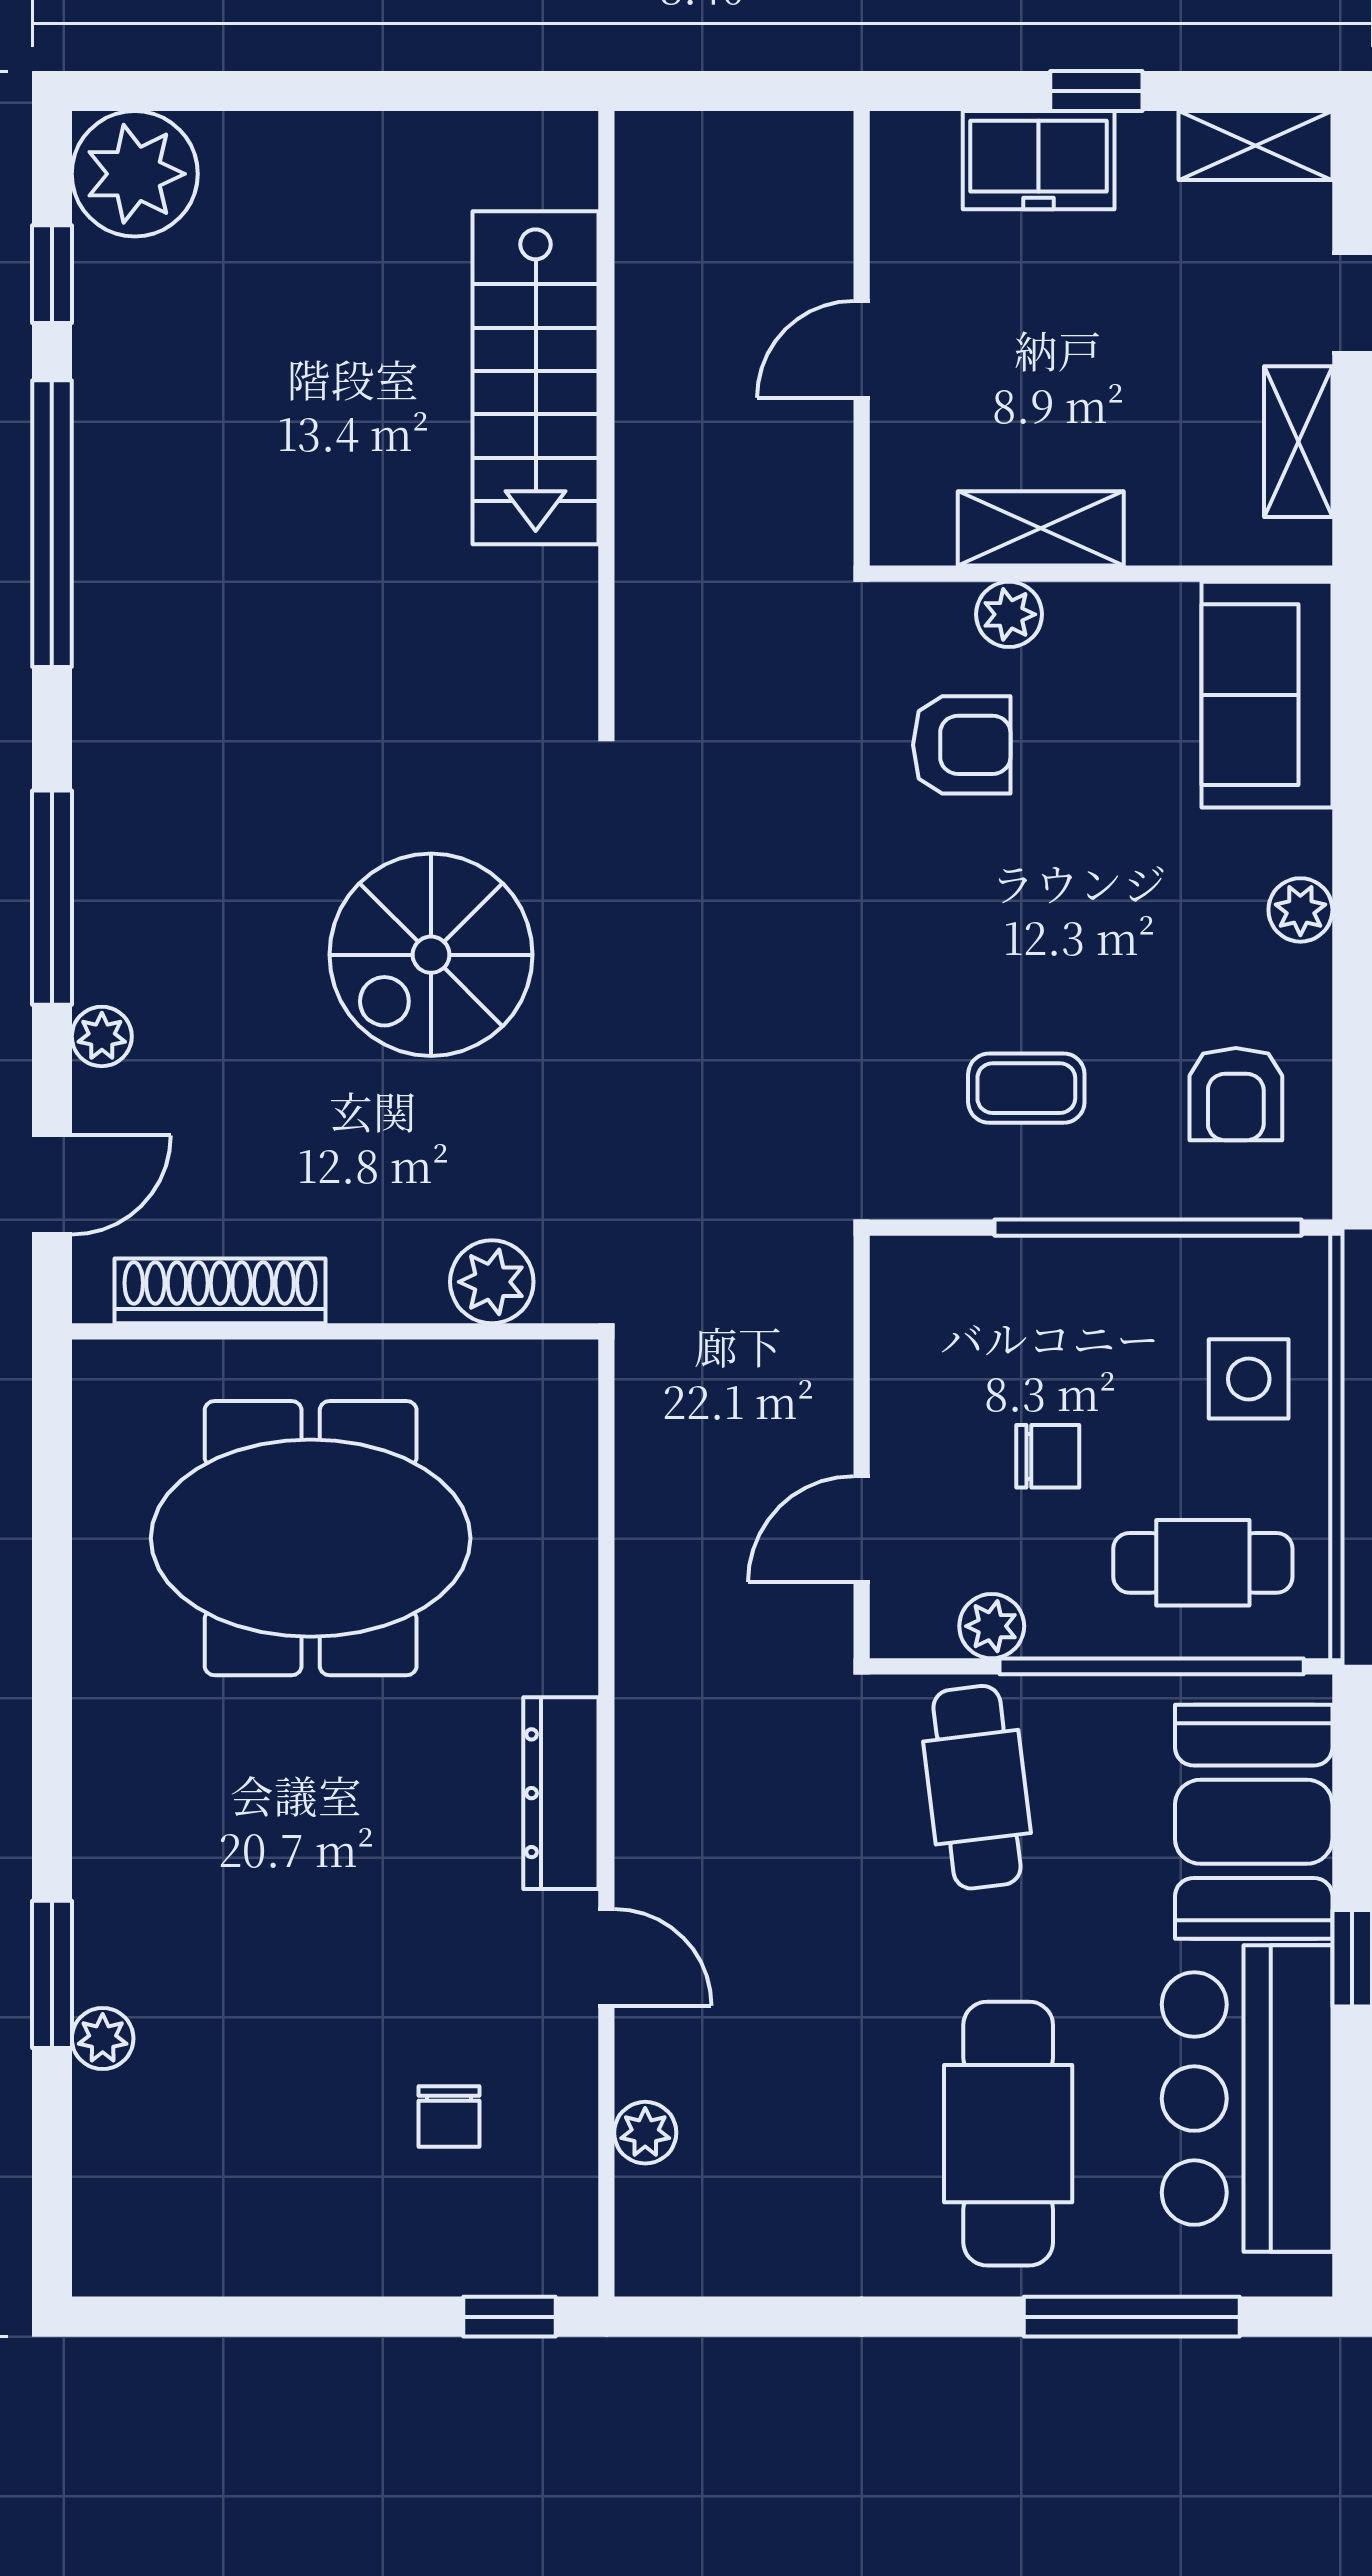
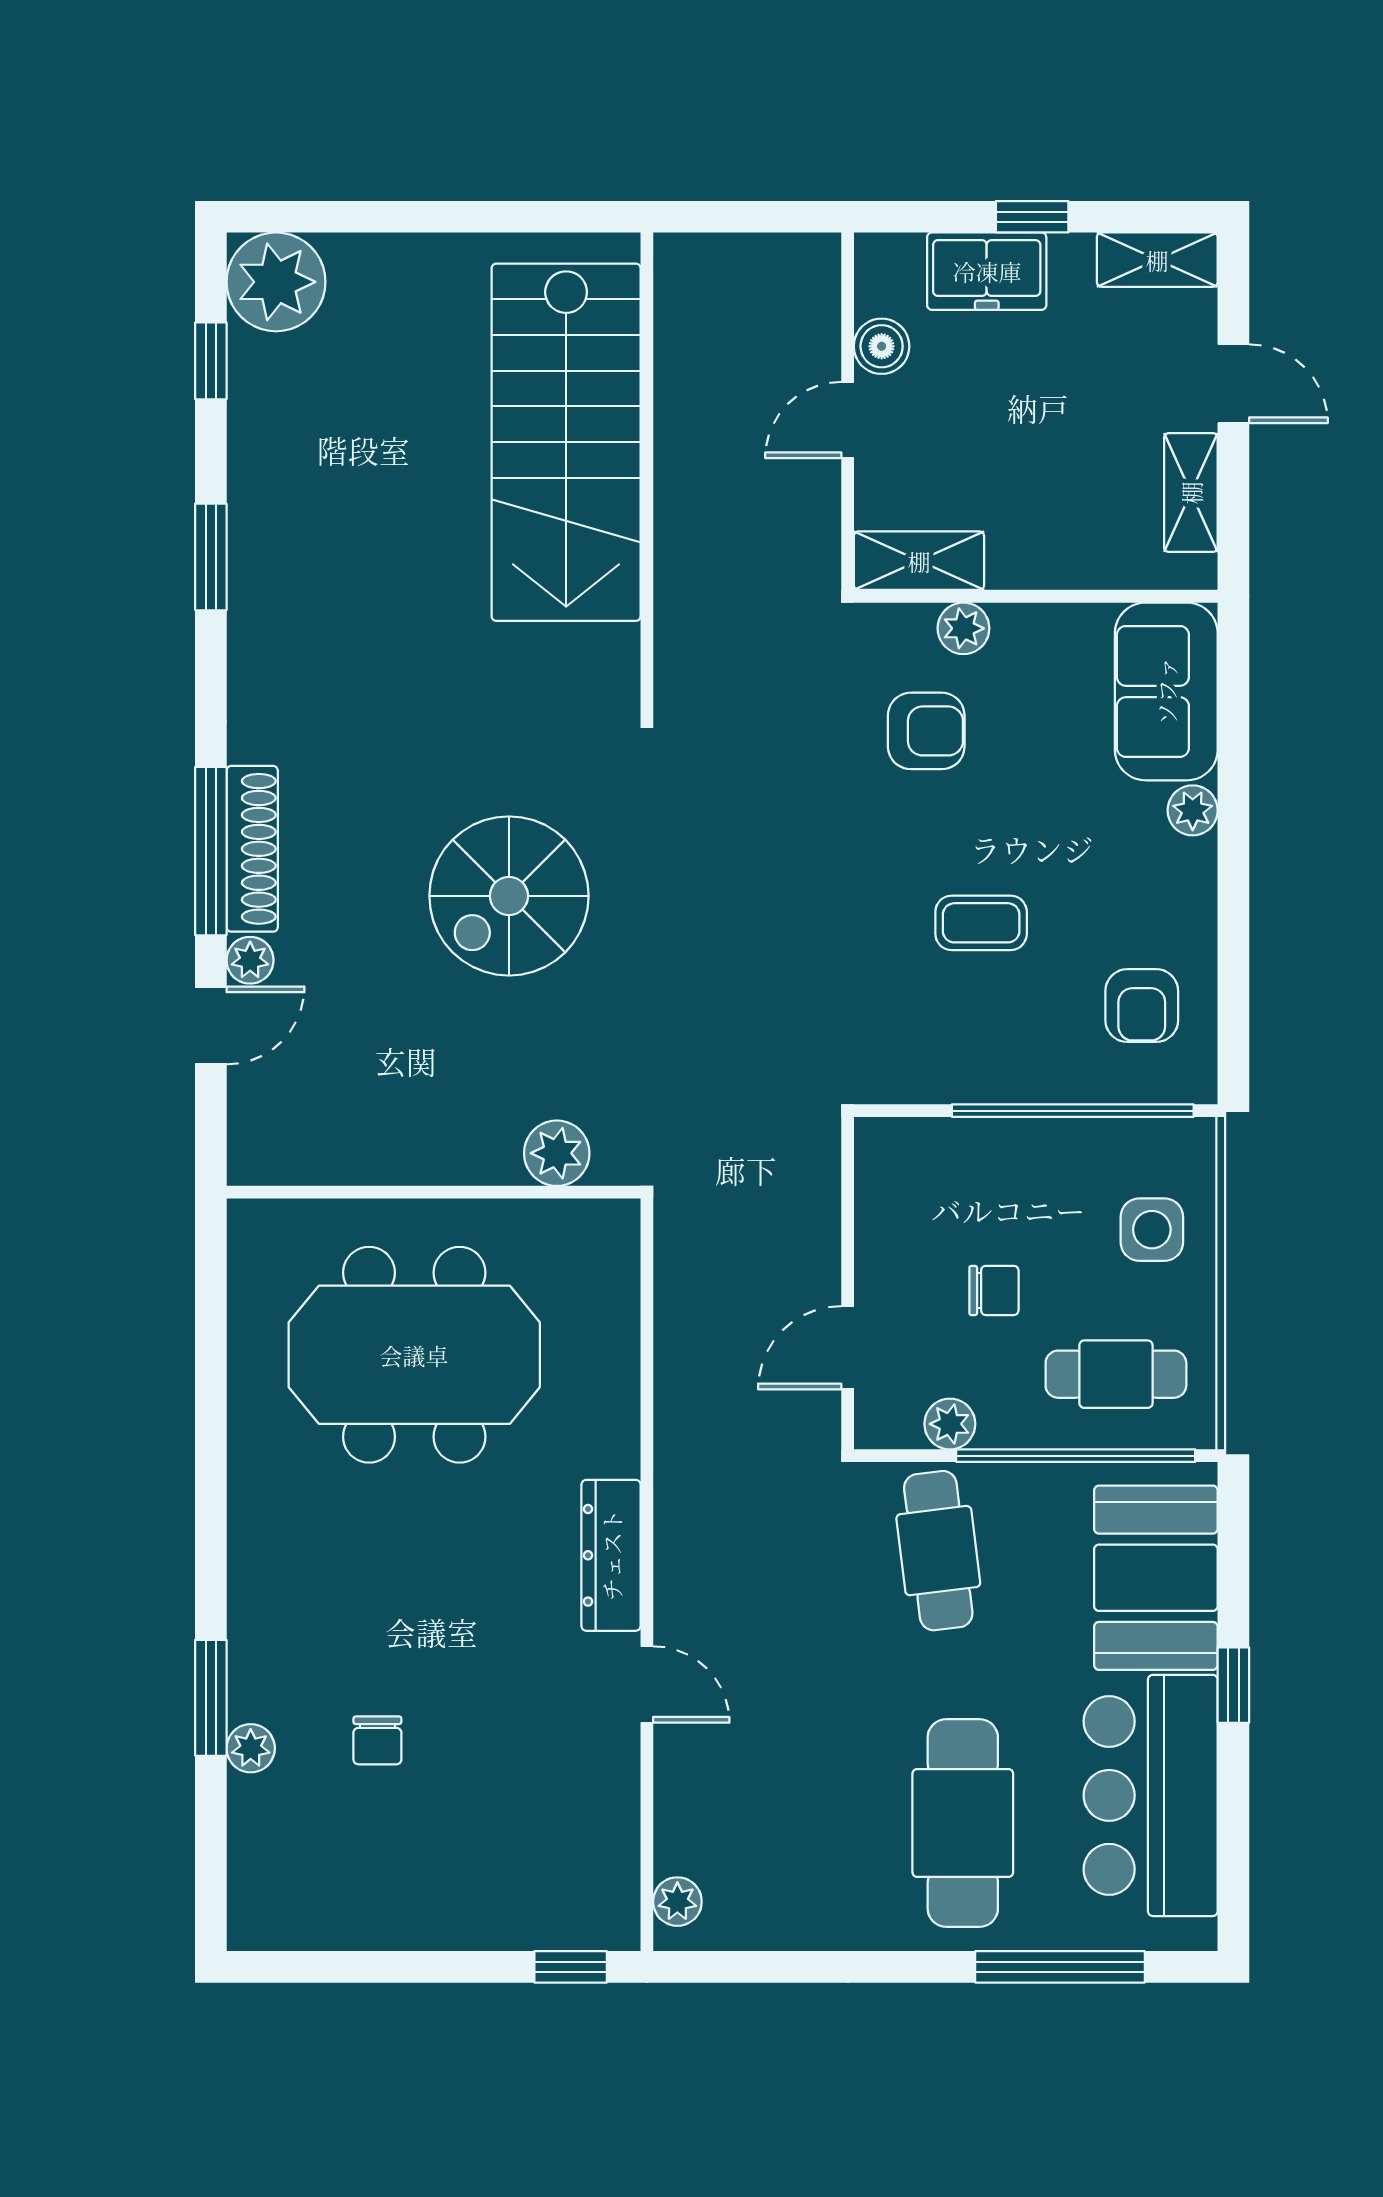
boiler: (905, 256) -> (882, 346), added
stairs: (536, 378) -> (566, 442), width x1.36, depth x1.51
window: (52, 524) -> (211, 557), width x0.47
shelving: (1041, 528) -> (919, 561), moved
plant: (1300, 910) -> (1193, 810), moved
coffee table: (1026, 1088) -> (981, 923), moved
door: (52, 1185) -> (211, 1026), moved
shoe rack: (220, 1291) -> (252, 849), moved, turned 90
chair: (449, 2117) -> (377, 1740), moved
plant: (645, 2133) -> (677, 1902), moved

